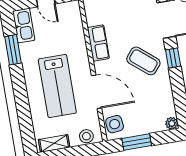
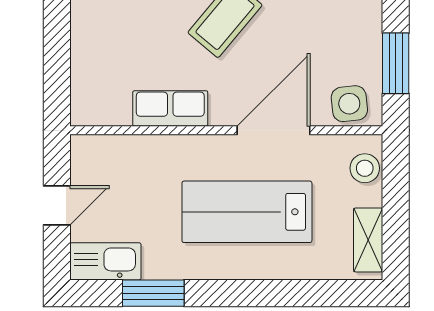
lab bench: (57, 86) -> (247, 212), turned 180

